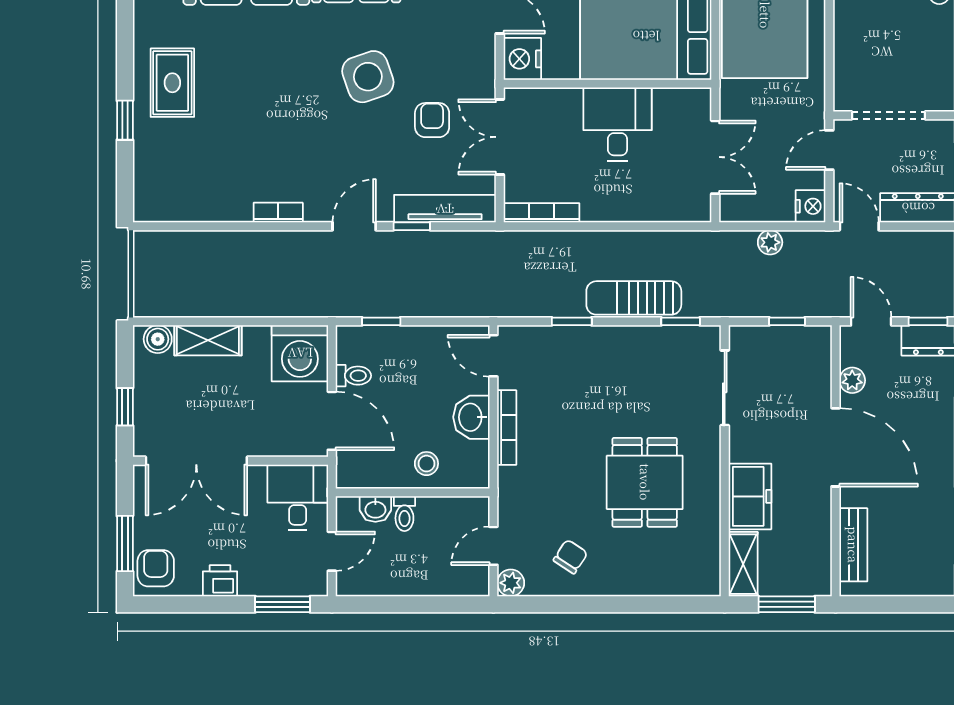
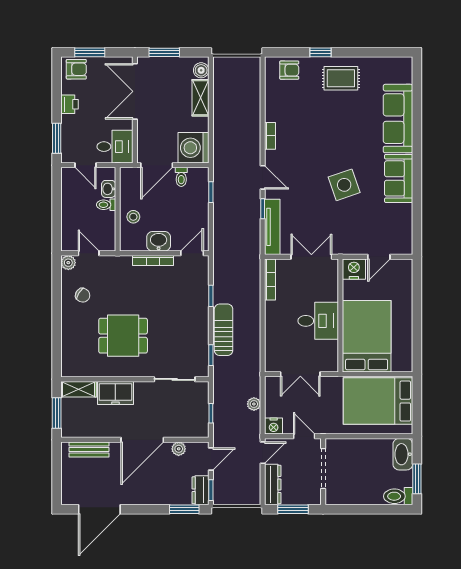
armchair: (432, 120) -> (289, 70), moved
window: (125, 407) -> (164, 52), width x1.50

